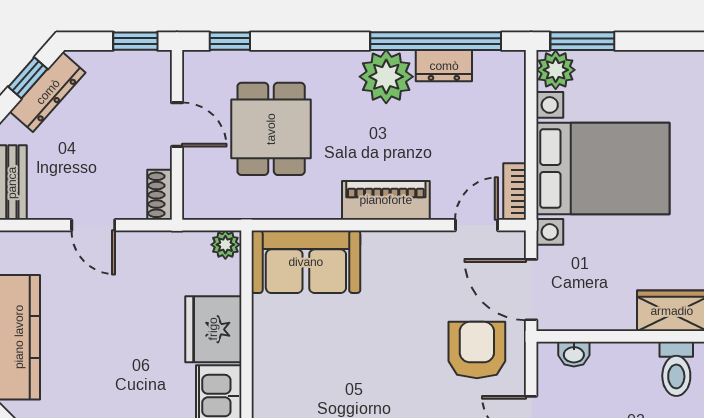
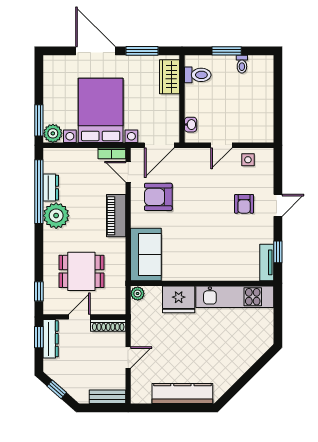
dresser: (48, 92) -> (51, 339), moved, turned 48
shoe rack: (160, 195) -> (108, 325), width x1.43
armchair: (477, 350) -> (158, 197), moved

